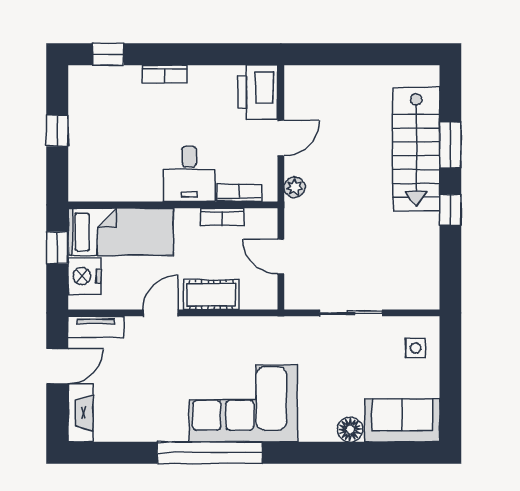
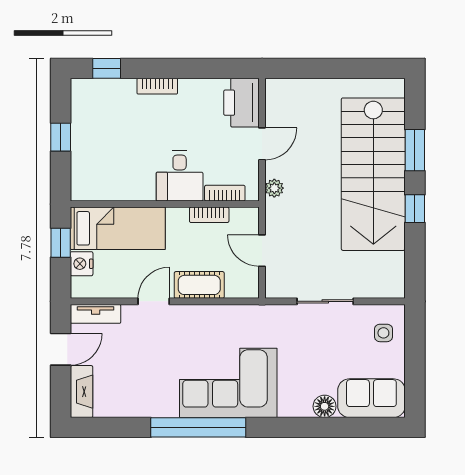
stairs: (416, 149) -> (373, 174), width x1.36, depth x1.51
nightstand: (85, 276) -> (82, 264), width x0.74, depth x0.75

